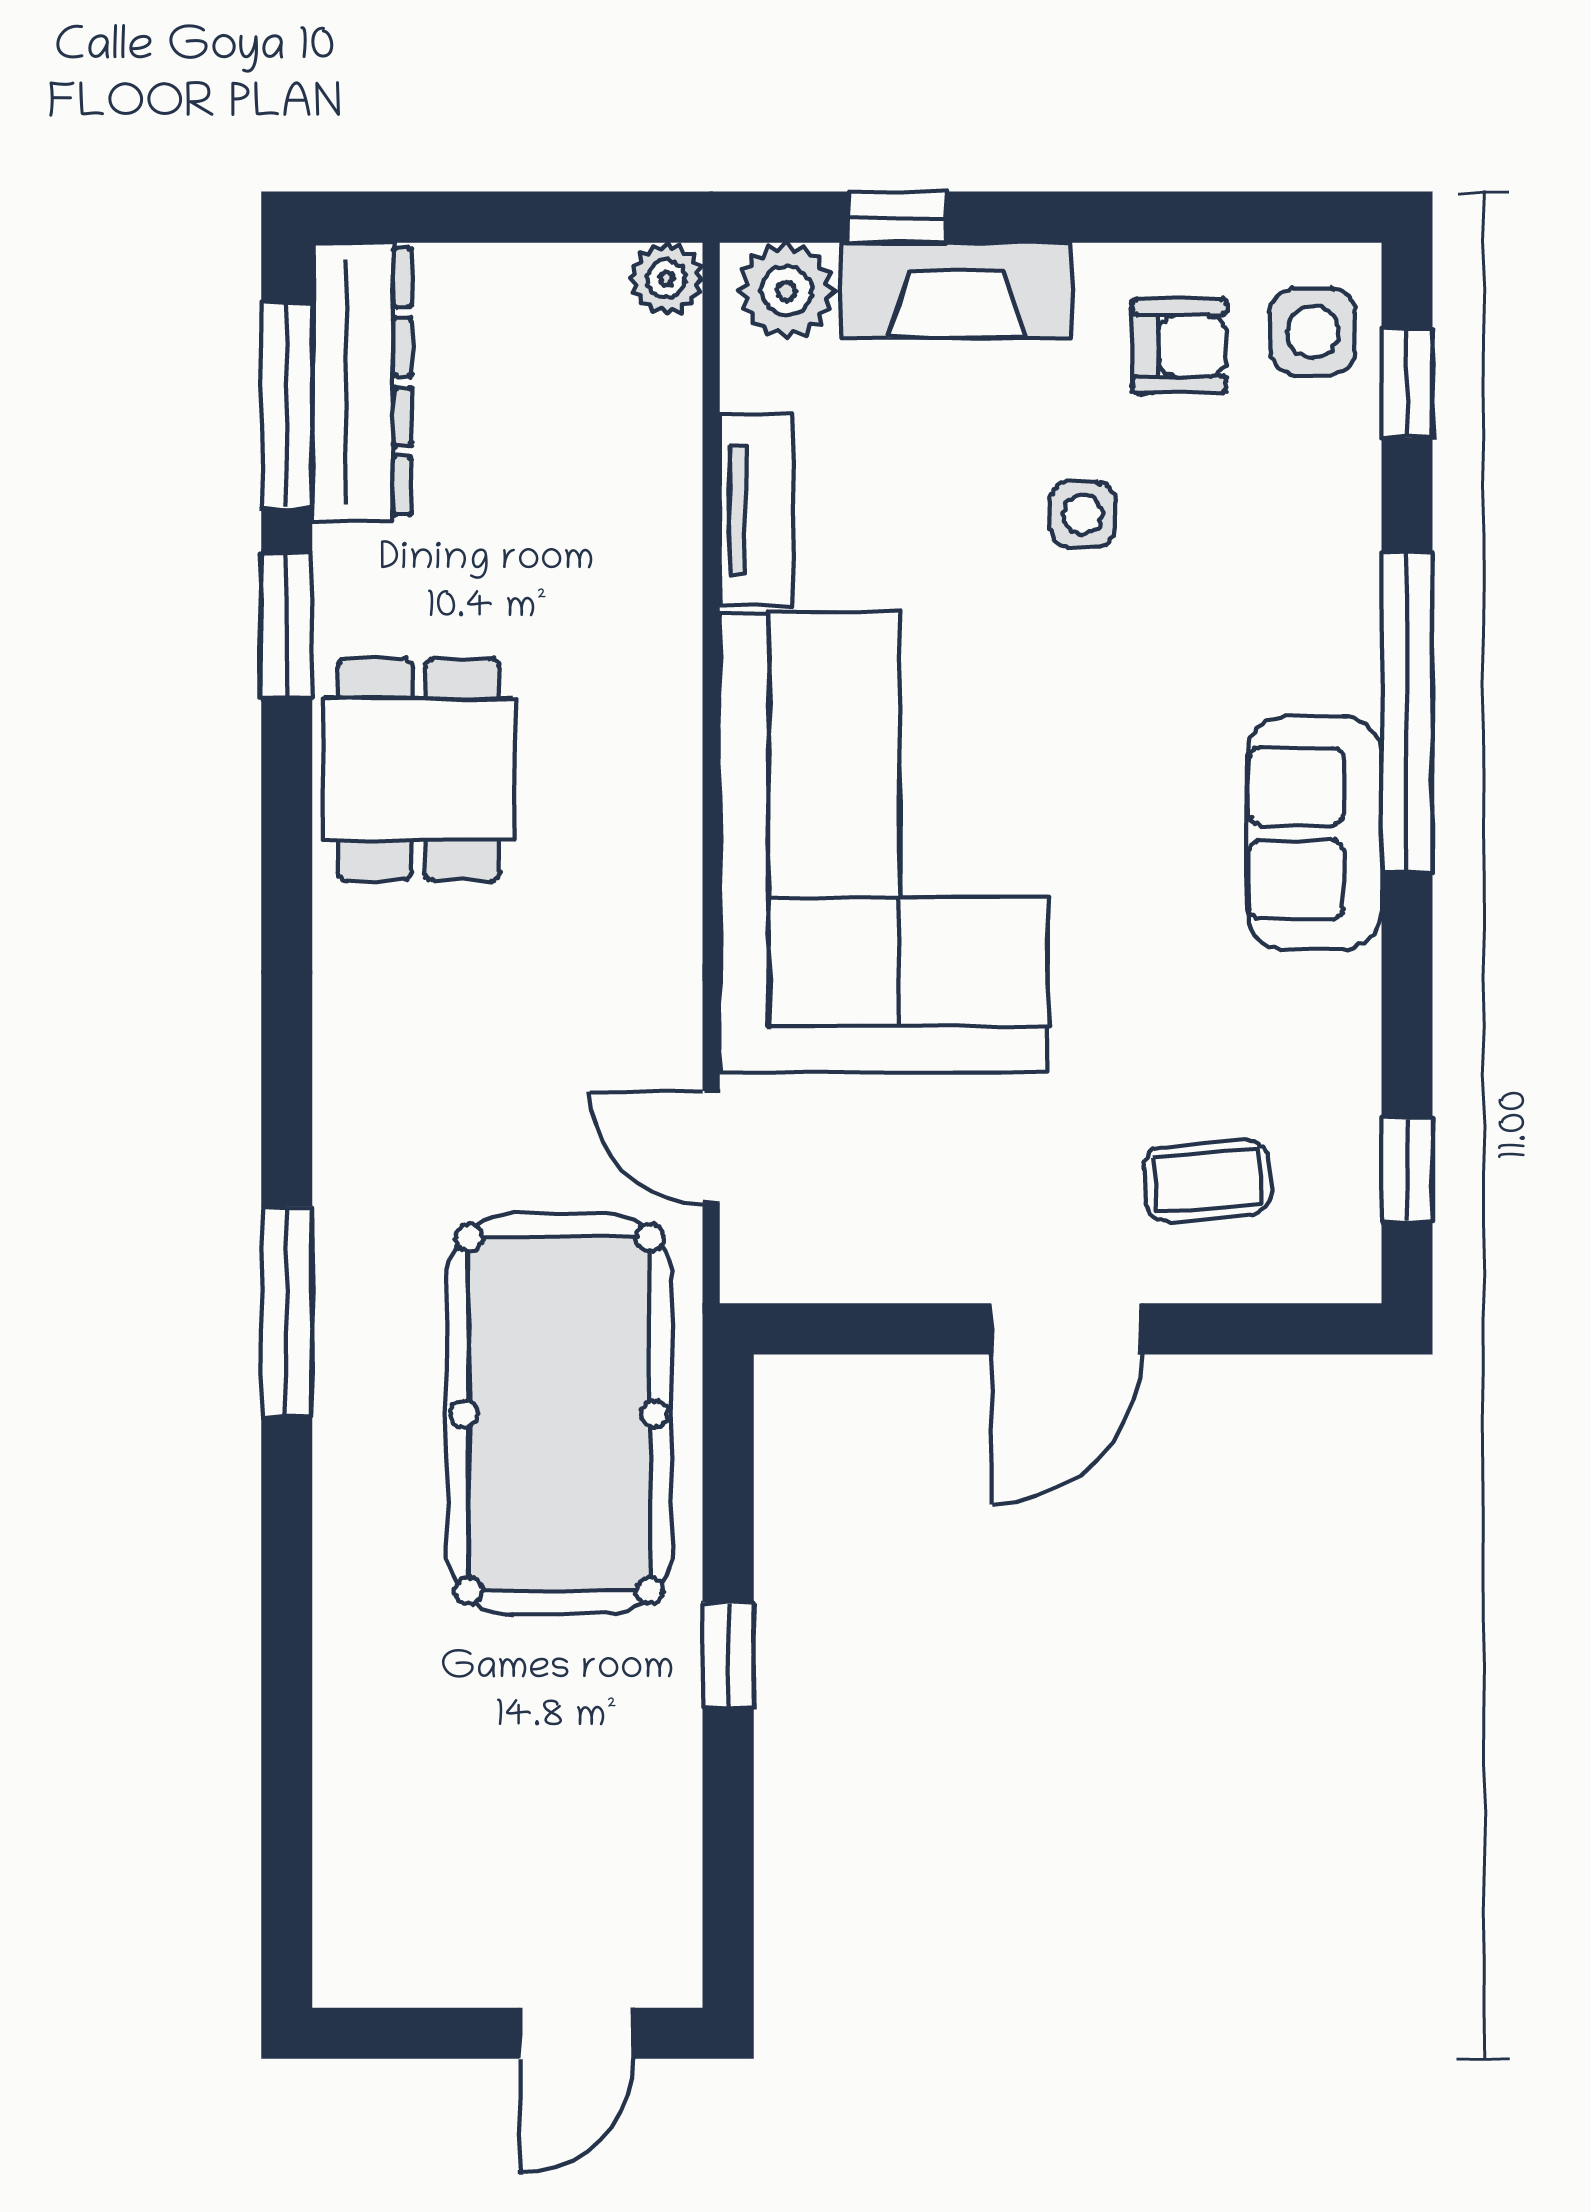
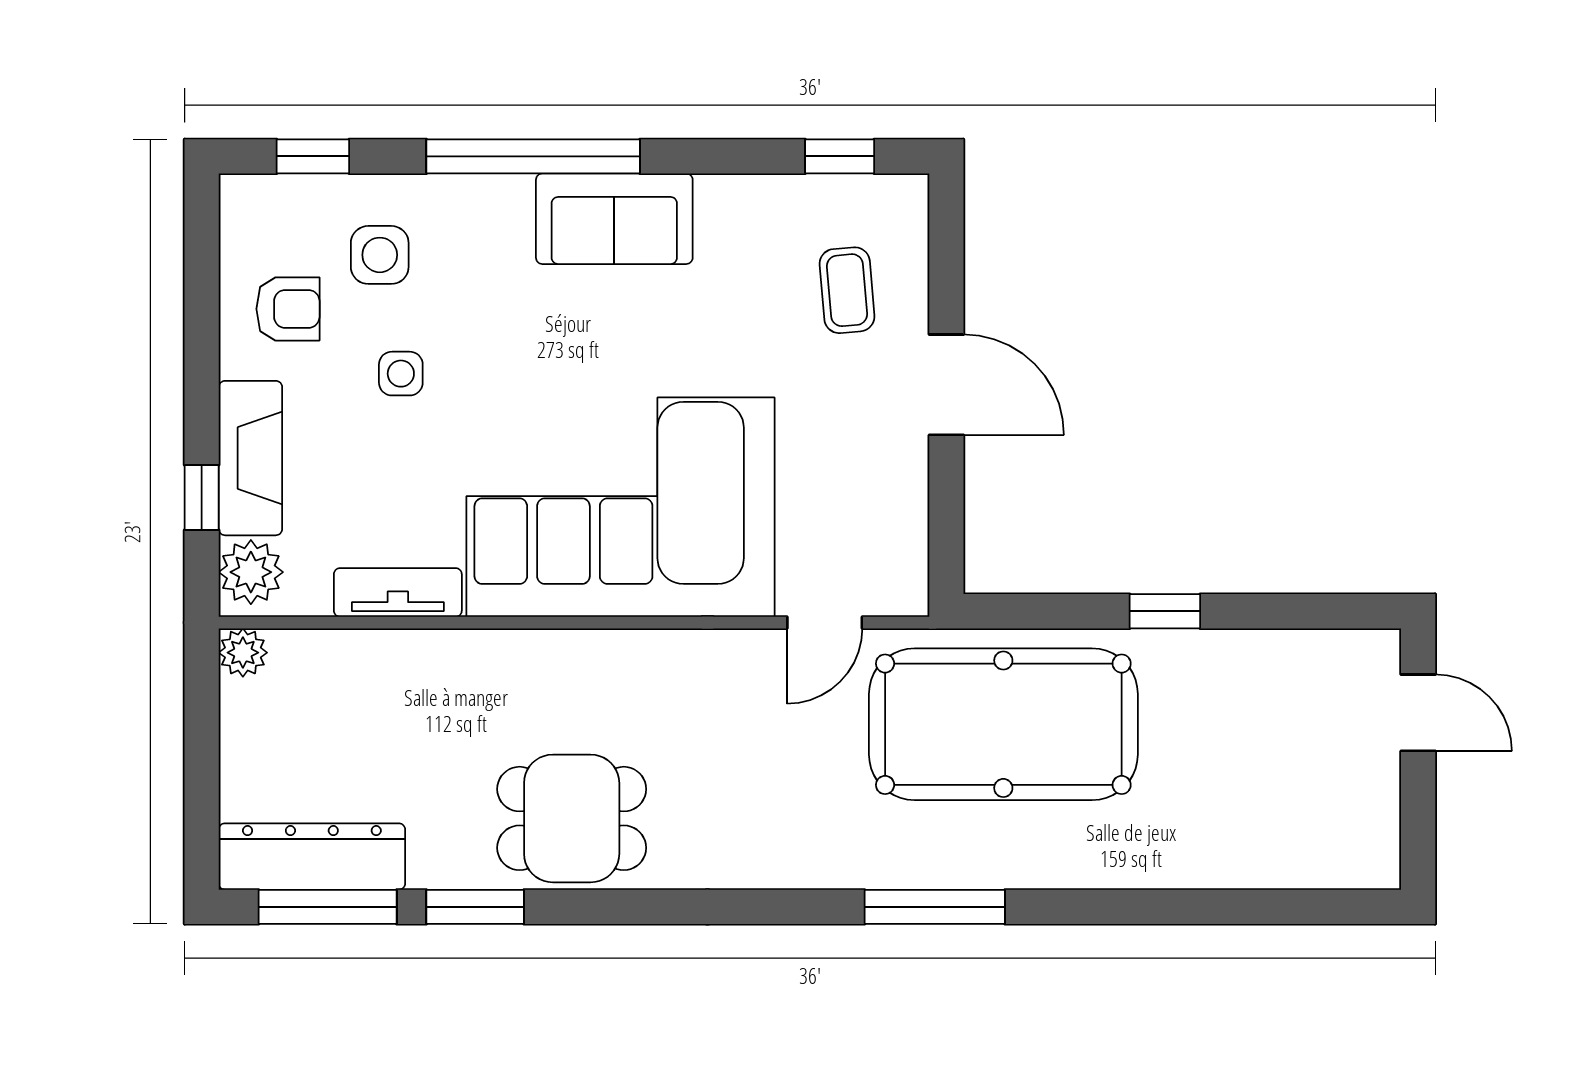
side table: (1313, 332) -> (380, 255), moved
armchair: (1179, 346) -> (288, 309), turned 90

